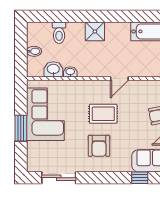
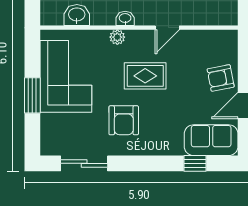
washbasin: (70, 72) -> (125, 18), moved
plant: (83, 86) -> (117, 37), added
armchair: (99, 146) -> (124, 120), moved

